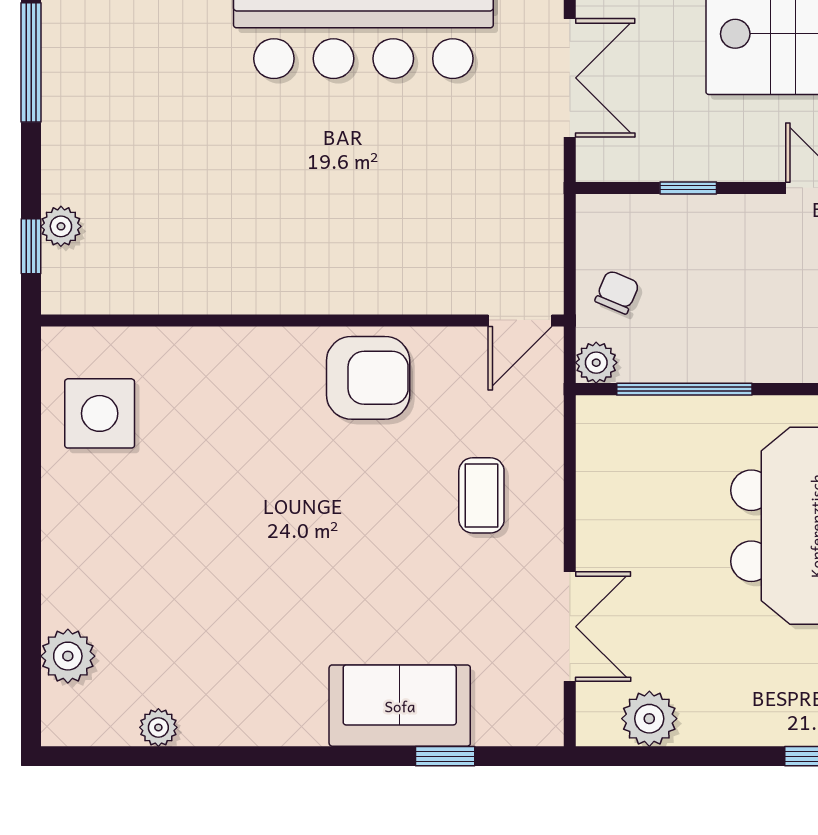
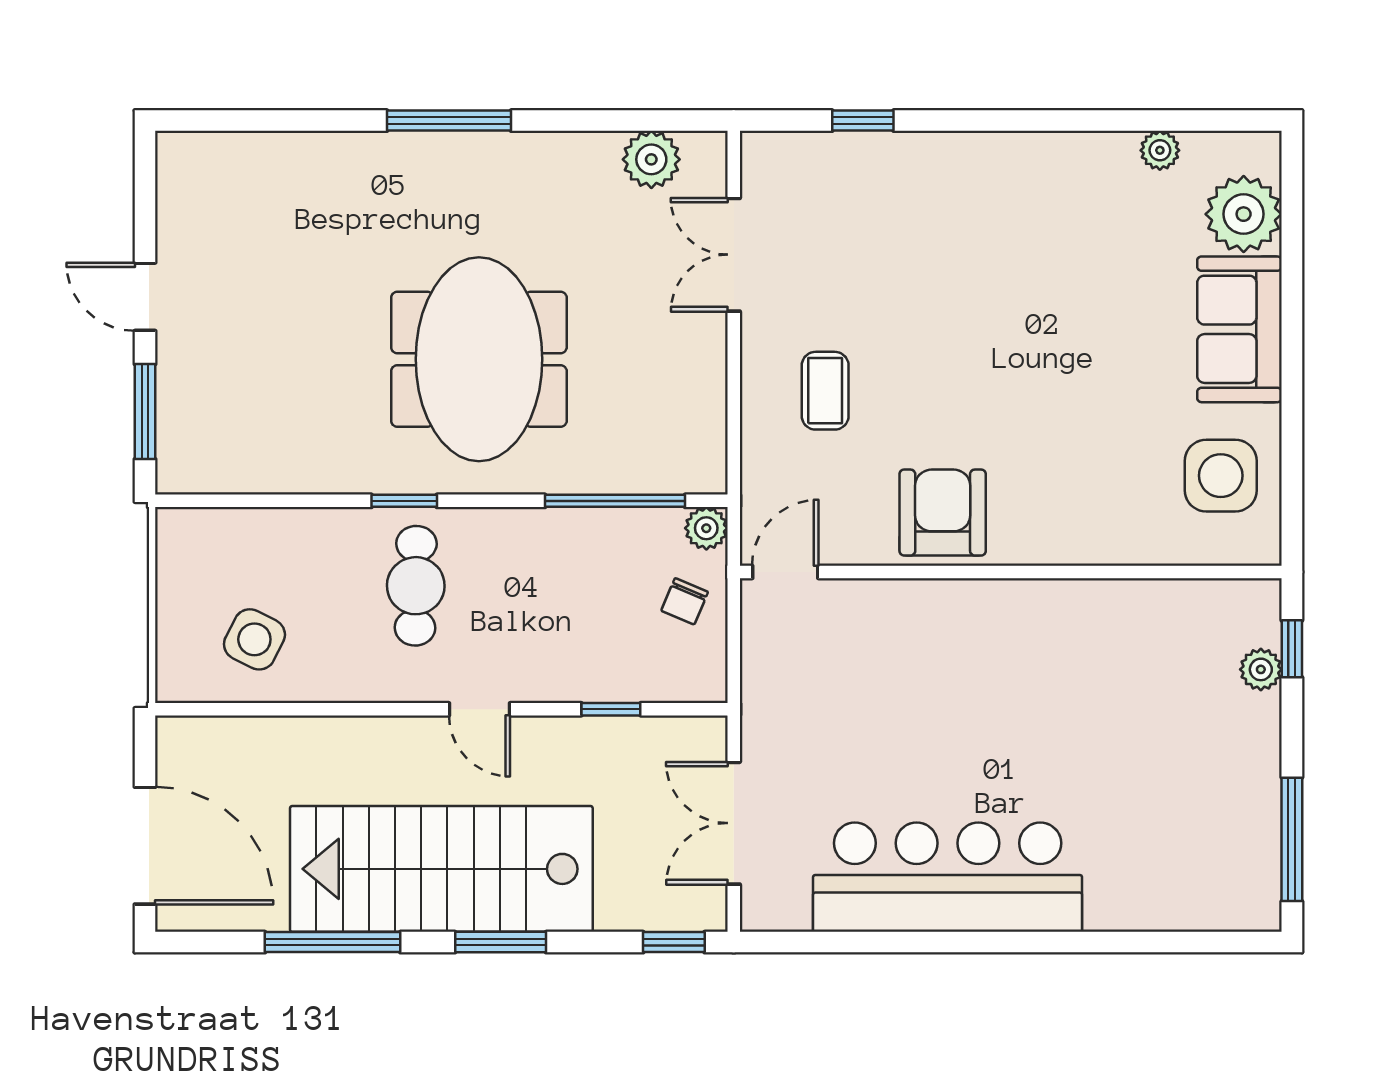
armchair: (368, 378) -> (943, 513), turned 90
plant: (68, 656) -> (1244, 214), width x1.36, depth x1.36
sofa: (400, 706) -> (1239, 329), moved, turned 90

